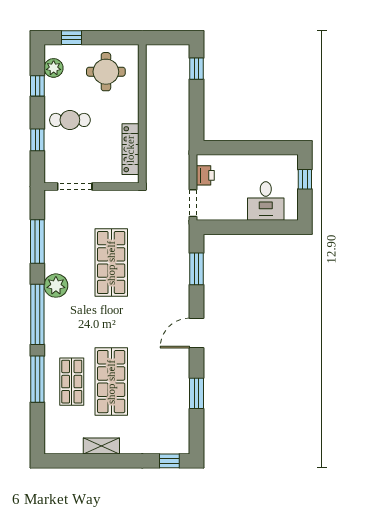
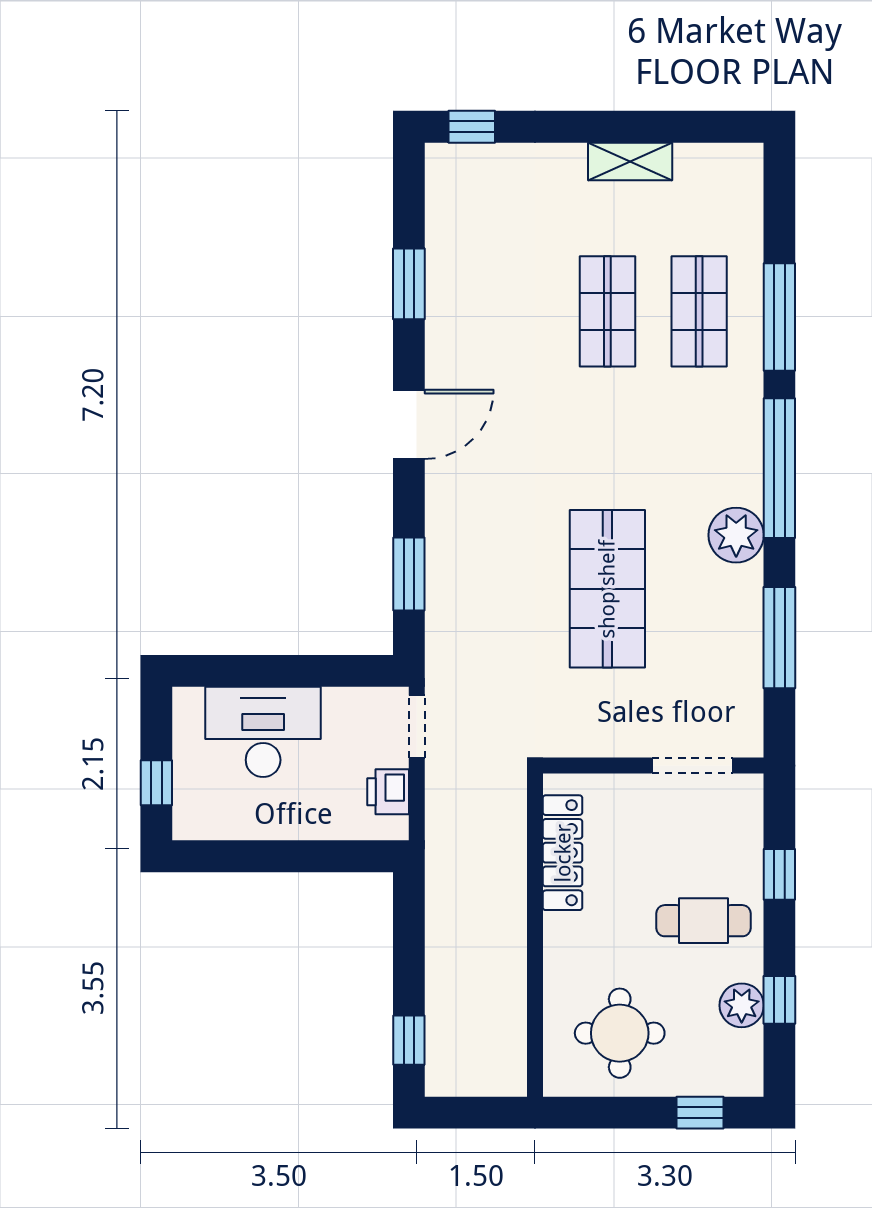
plant: (54, 68) -> (742, 1005), moved
desk: (266, 201) -> (263, 732), width x1.37
shop shelf: (111, 382) -> (607, 311), width x0.70, depth x0.74

